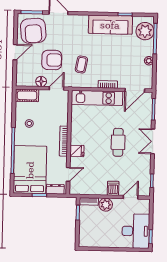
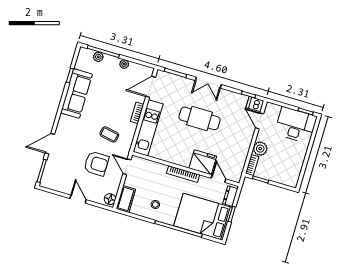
armchair: (33, 31) -> (61, 174), removed
plant: (145, 31) -> (98, 57), width x0.53, depth x0.53
armchair: (52, 60) -> (96, 164), turned 90
floor lamp: (41, 81) -> (110, 199), moved
door: (135, 90) -> (151, 87), swing flipped
cafe table: (118, 142) -> (199, 118), width x1.37, depth x1.35
fridge: (77, 151) -> (203, 162), width x1.88, depth x1.34
dishwasher: (113, 188) -> (255, 104), moved

